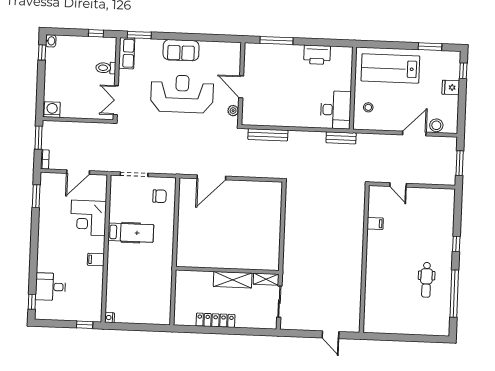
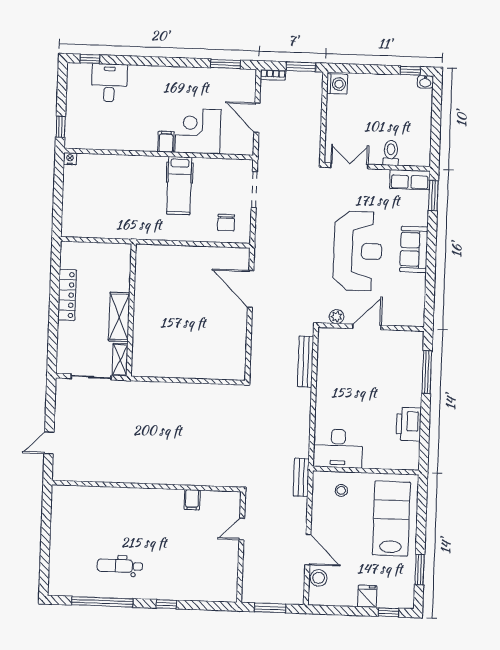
window: (96, 33) -> (435, 140), removed
bench: (341, 138) -> (301, 477), moved
filing cabinet: (96, 260) -> (166, 142), moved

